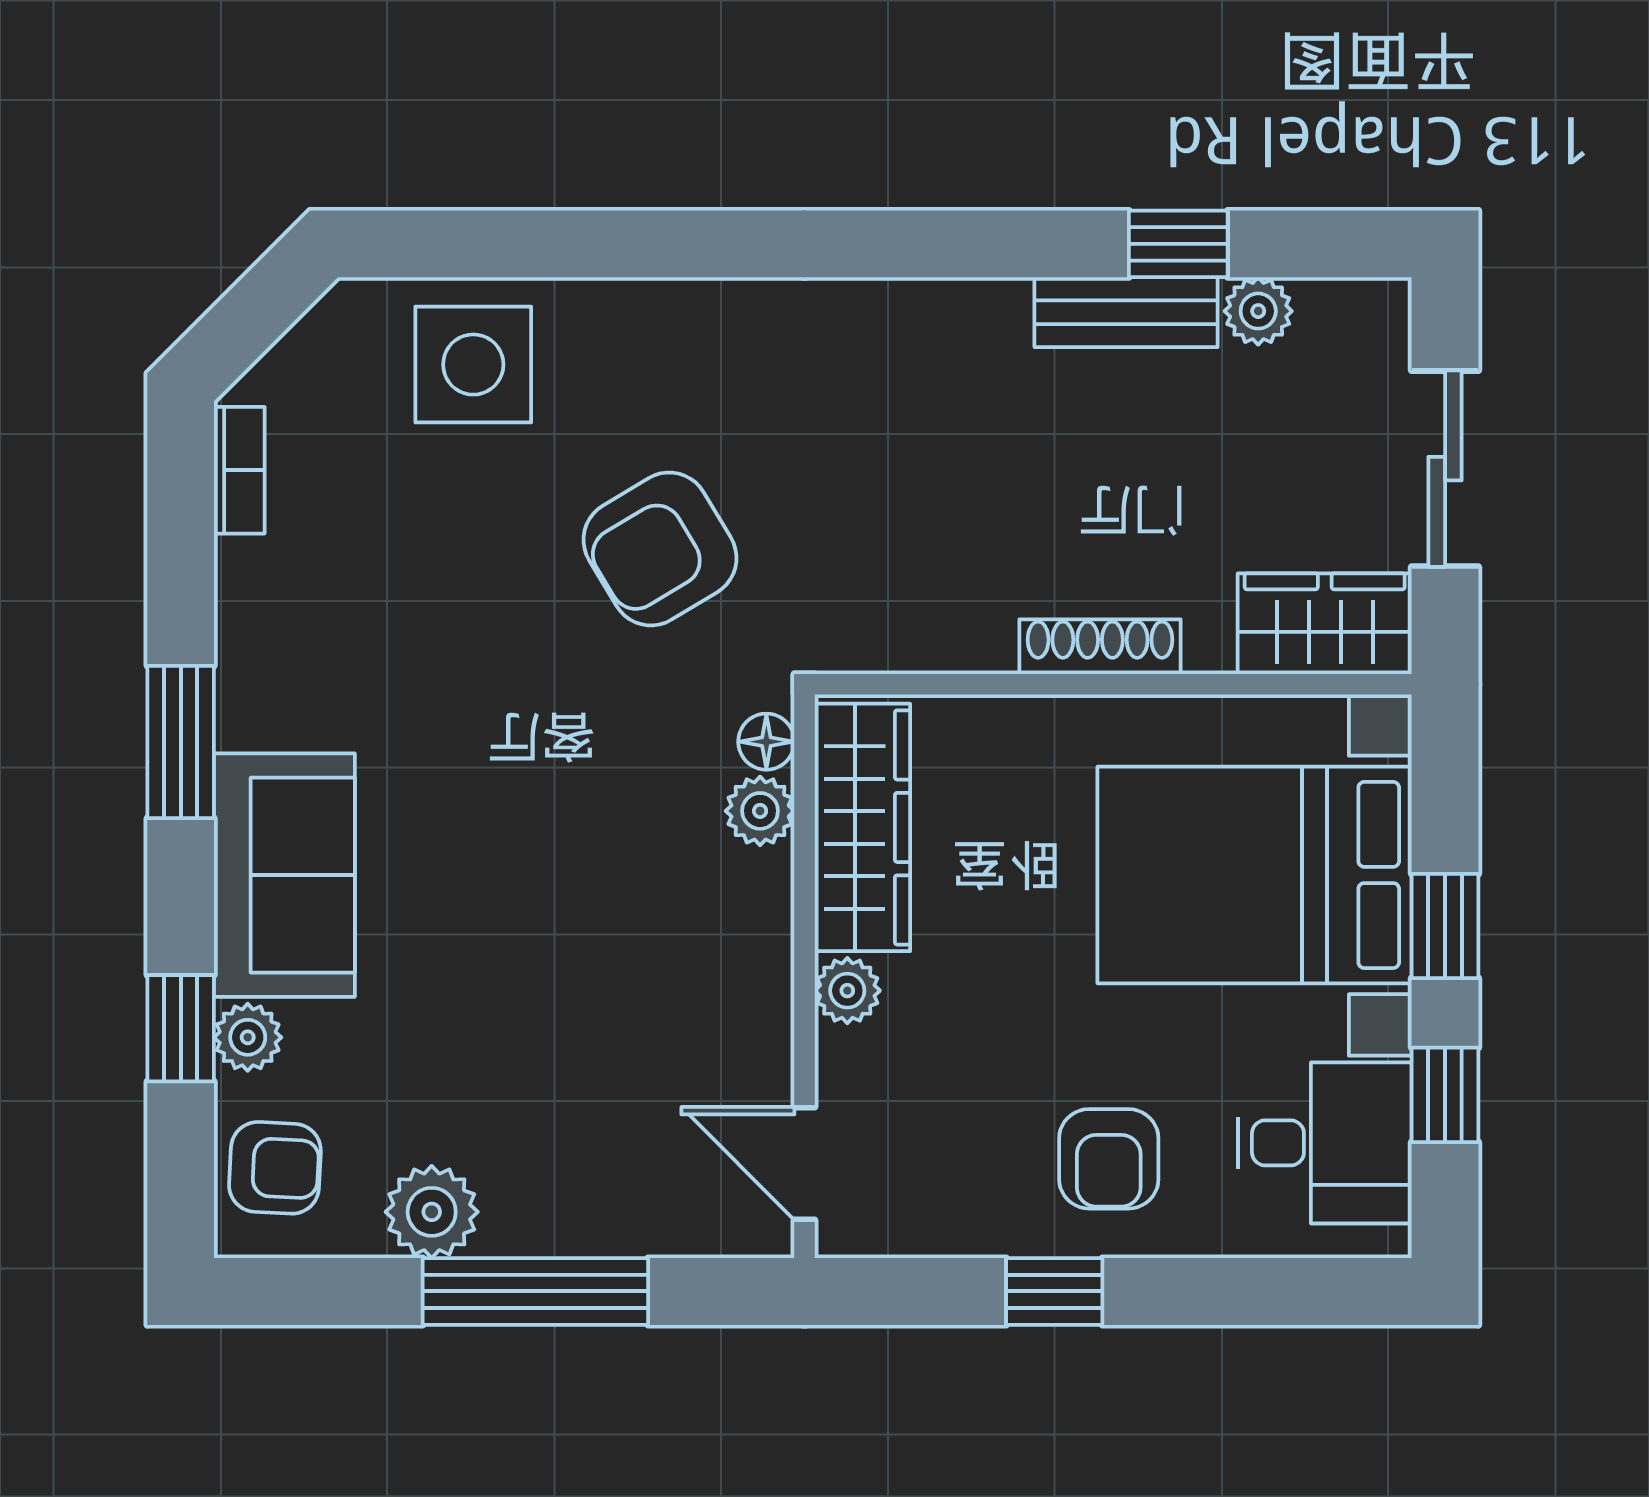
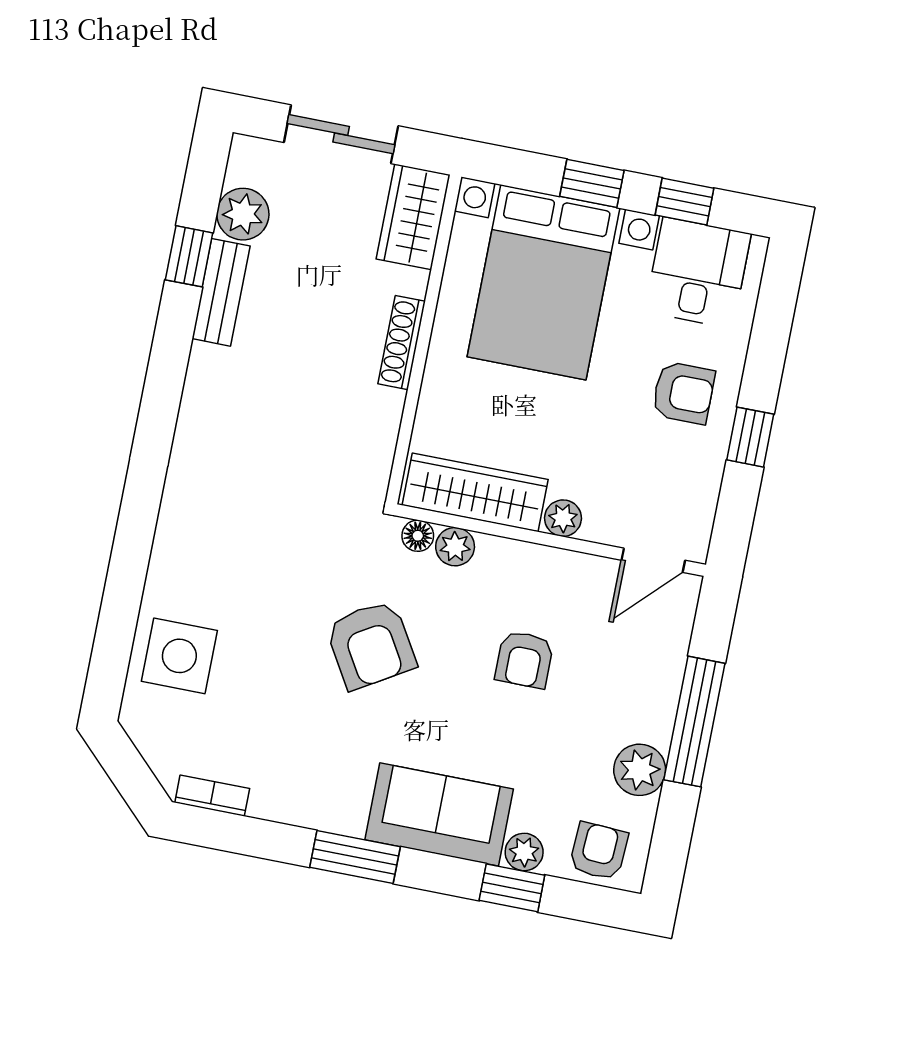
plant: (1258, 311) -> (243, 214), width x1.38, depth x1.38
armchair: (660, 549) -> (371, 645), moved
armchair: (586, 971) -> (524, 659), added

